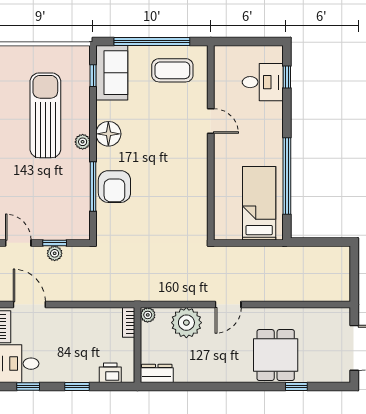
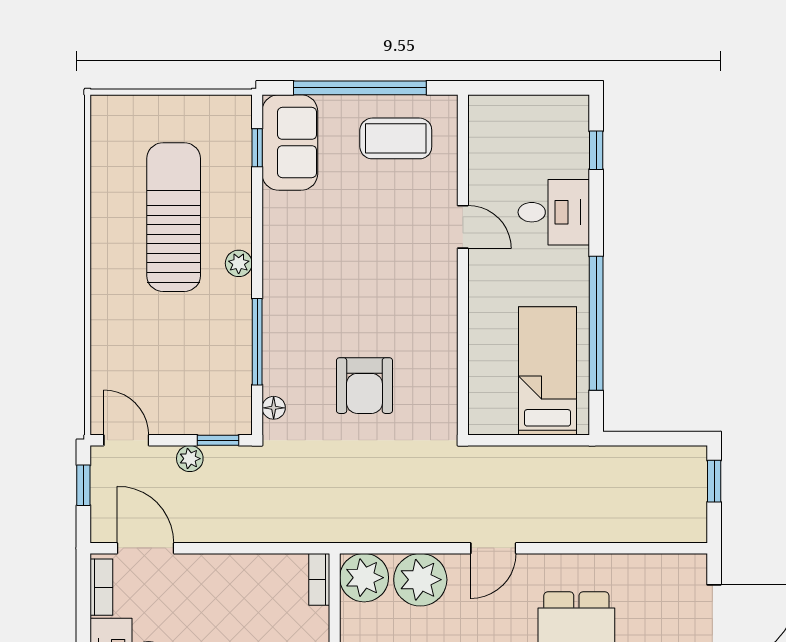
desk: (263, 82) -> (554, 212), moved
floor lamp: (108, 134) -> (274, 408), moved, width x0.53, depth x0.53
armchair: (114, 187) -> (364, 386), moved
window: (55, 243) -> (218, 440), moved
window: (354, 266) -> (714, 481), added
plant: (148, 315) -> (364, 578), width x1.88, depth x1.88

